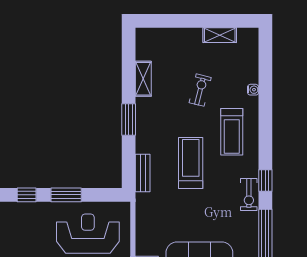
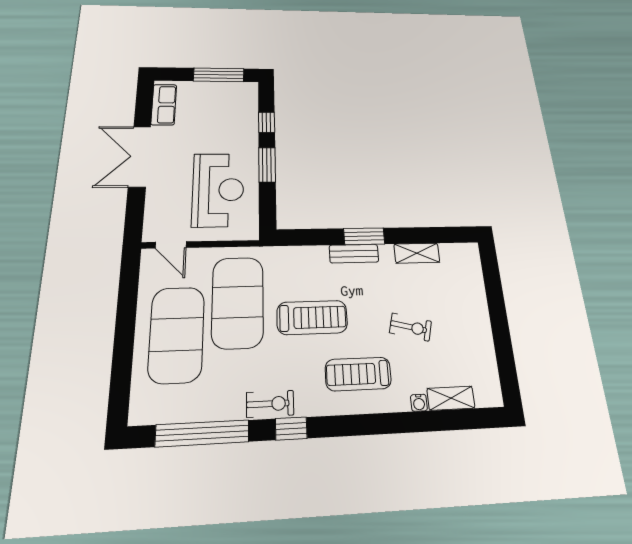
shelving: (220, 35) -> (451, 398), moved, turned 90
bench: (143, 173) -> (354, 254), moved
exercise bike: (249, 195) -> (270, 404), turned 180
exercise mat: (178, 217) -> (238, 302), added

